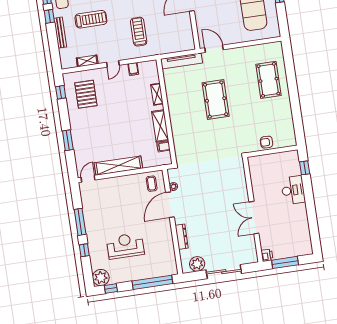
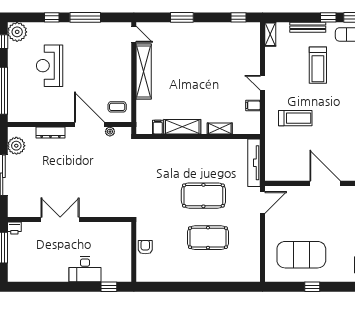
shelving: (87, 61) -> (270, 34), moved
pool table: (268, 80) -> (208, 238), moved
pallet: (86, 94) -> (232, 46), removed
reception desk: (125, 246) -> (50, 66), turned 180

